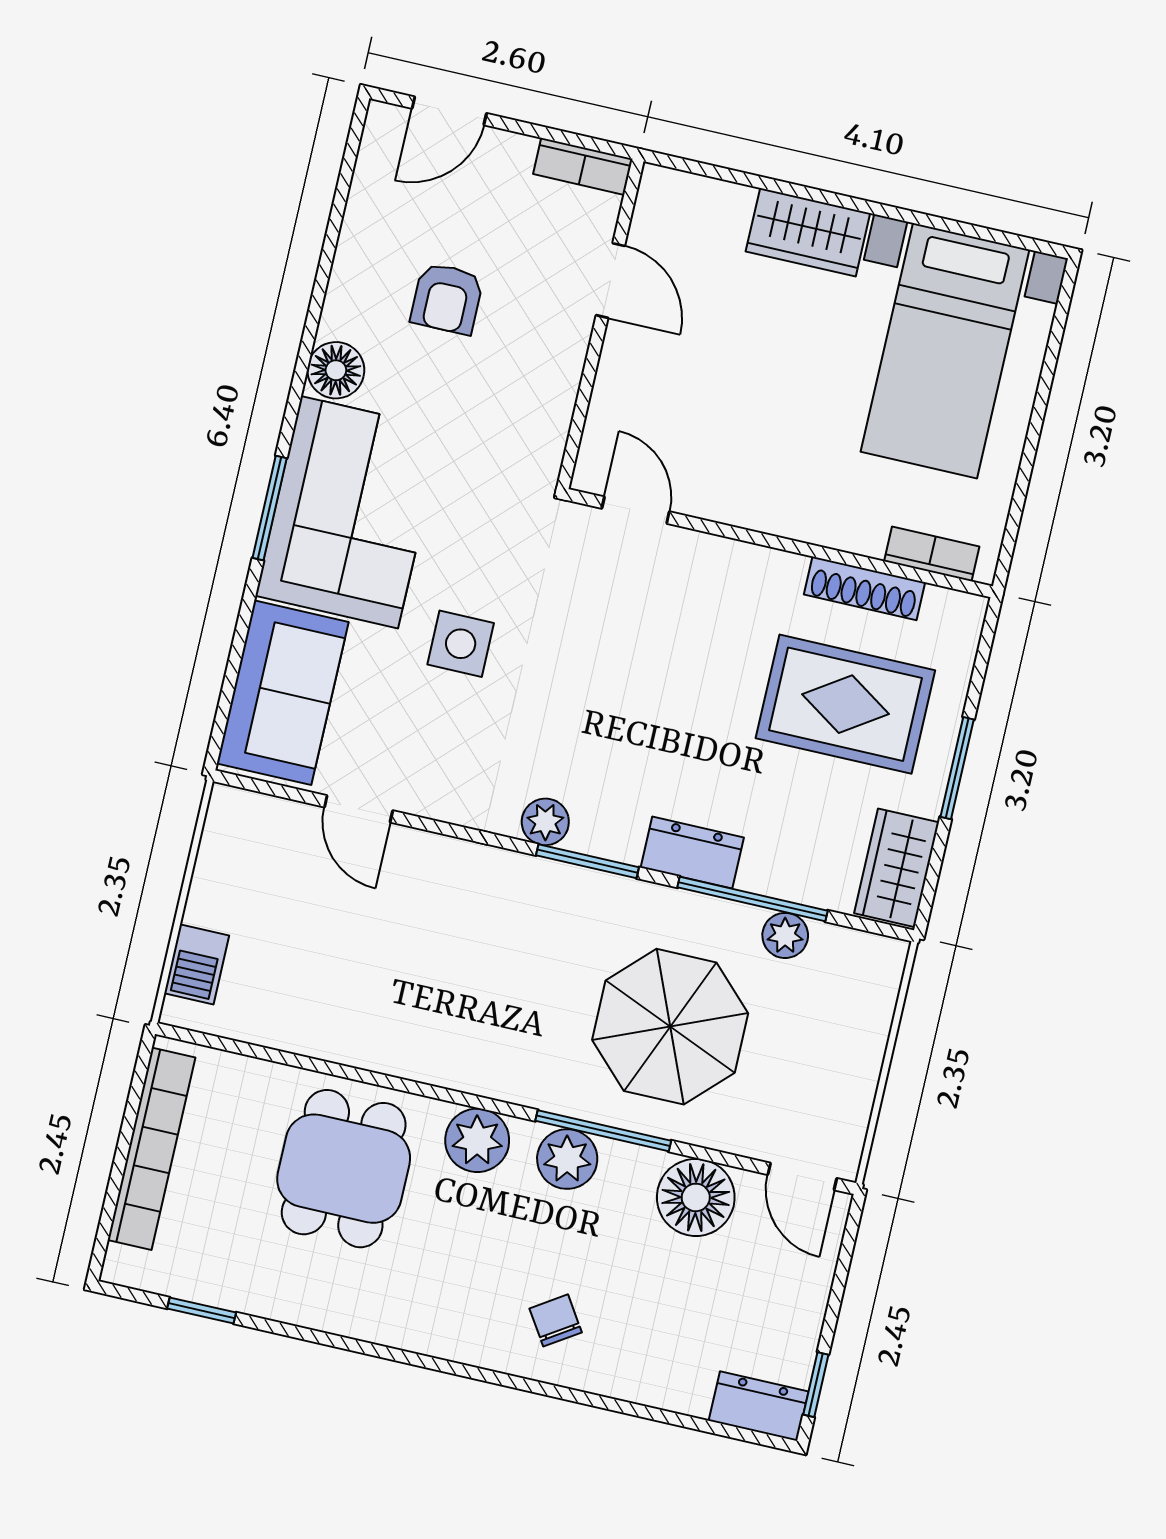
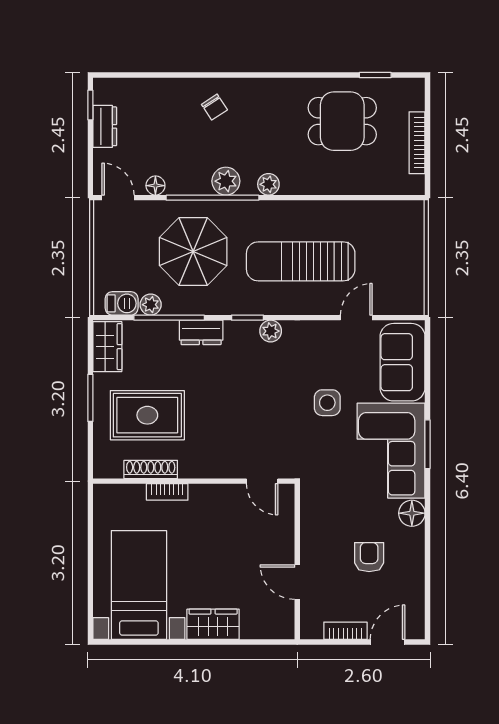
bookcase: (583, 166) -> (345, 631), moved
bookcase: (932, 554) -> (167, 492), moved
door: (359, 809) -> (356, 318), hinge flipped
window: (587, 861) -> (248, 318), width x0.67
sun lounger: (448, 954) -> (301, 261), added
barbecue: (197, 964) -> (122, 303), moved, turned 90
window: (603, 1131) -> (213, 198), width x1.46
plant: (477, 1140) -> (268, 184), width x0.73, depth x0.73
bookcase: (152, 1149) -> (417, 143), width x0.68, depth x0.76
dining table: (344, 1169) -> (342, 121), moved, turned 90
floor lamp: (696, 1197) -> (155, 186), width x0.53, depth x0.53
dresser: (759, 1406) -> (105, 126), moved, turned -90

